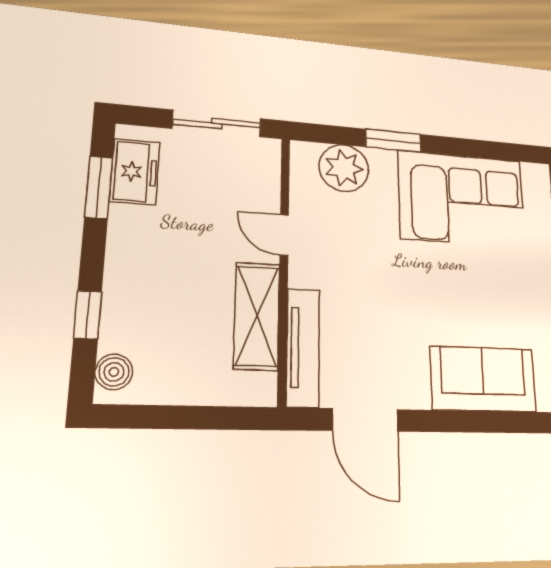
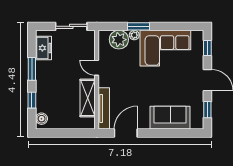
plant: (383, 160) -> (134, 35), added
window: (99, 187) -> (32, 69), moved
door: (365, 420) -> (126, 133), swing flipped

